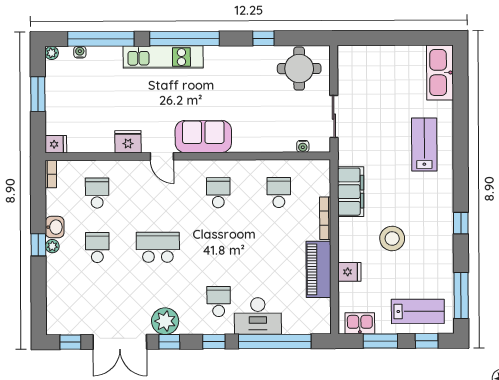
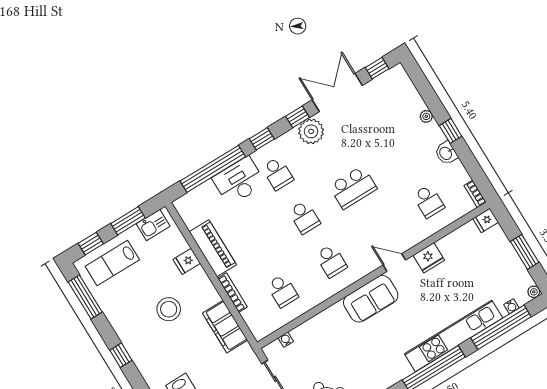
kitchen unit: (163, 57) -> (454, 336), width x1.36
plant: (52, 246) -> (426, 116), moved
school desk: (97, 248) -> (304, 217), moved

